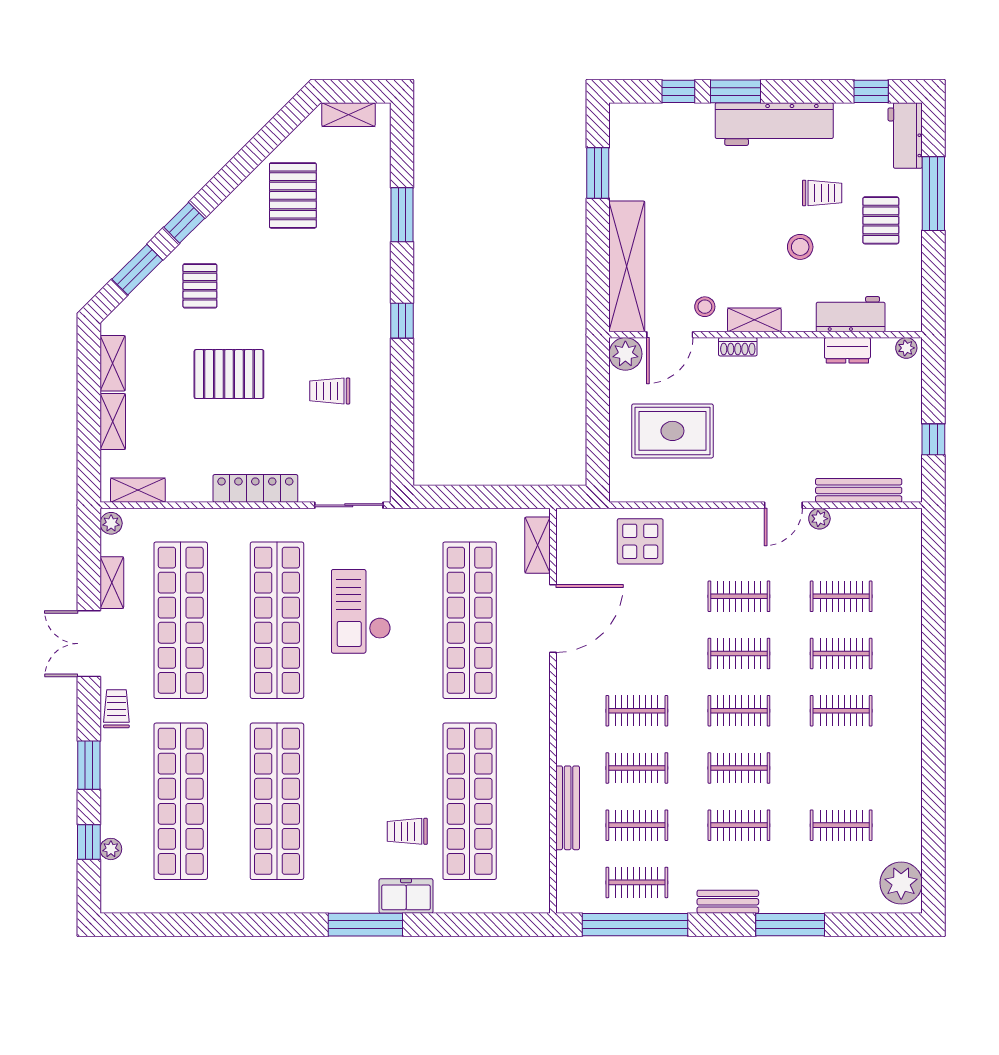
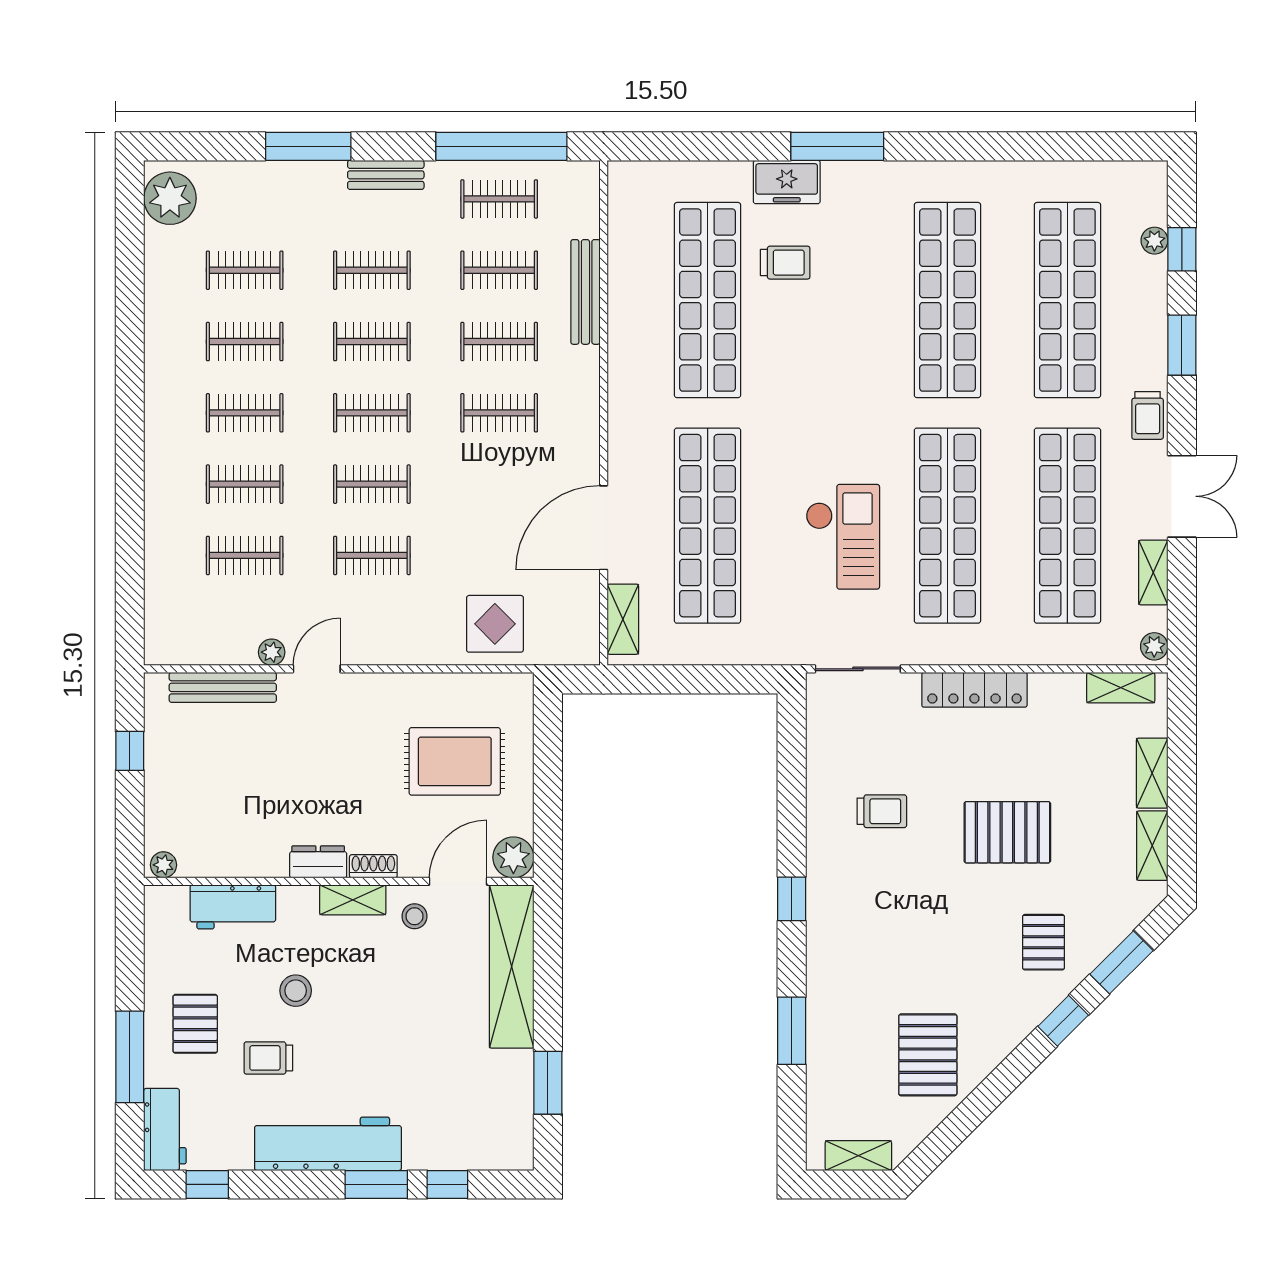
dresser: (847, 350) -> (318, 862), moved
clothes rail: (841, 768) -> (245, 342), added

